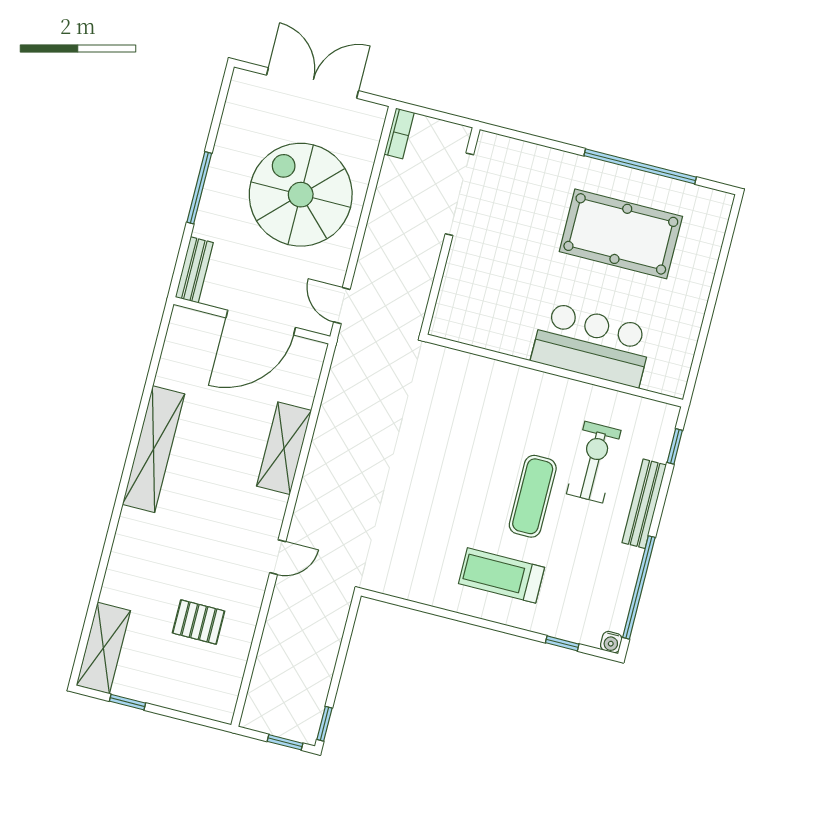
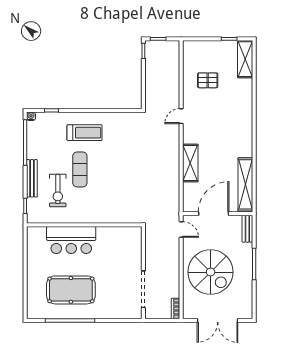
shelving: (153, 449) -> (245, 184), moved

